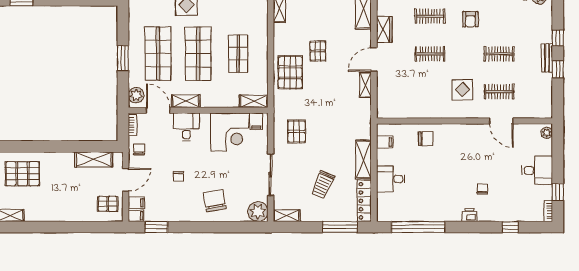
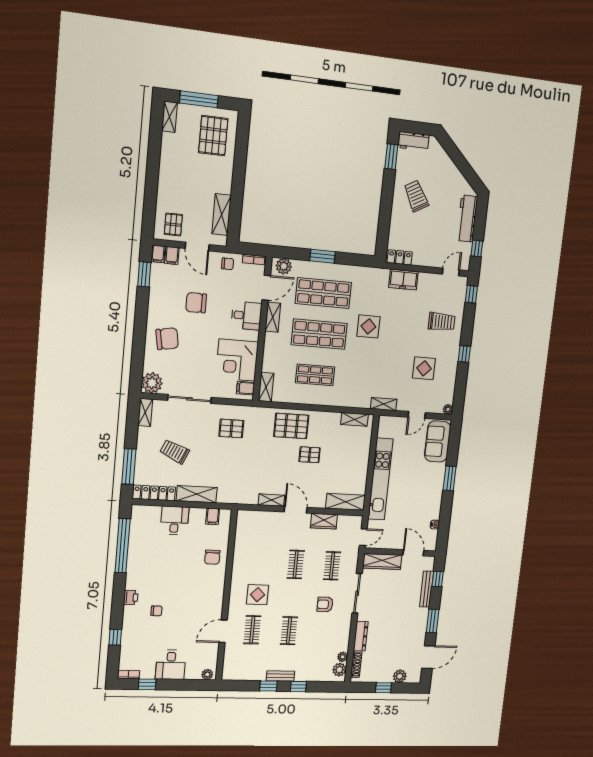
chair: (178, 176) -> (196, 303), width x1.87, depth x1.87

